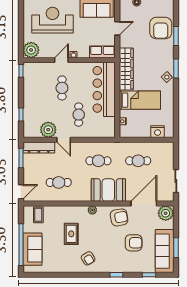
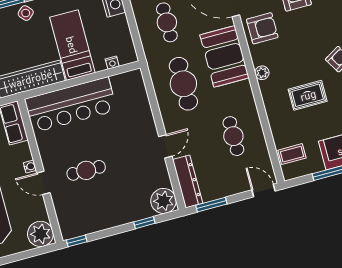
cafe table: (79, 115) -> (120, 134), removed
plant: (48, 130) -> (164, 201), moved
cafe table: (98, 161) -> (183, 84), width x1.37, depth x1.35
armchair: (119, 217) -> (262, 28), turned 100

